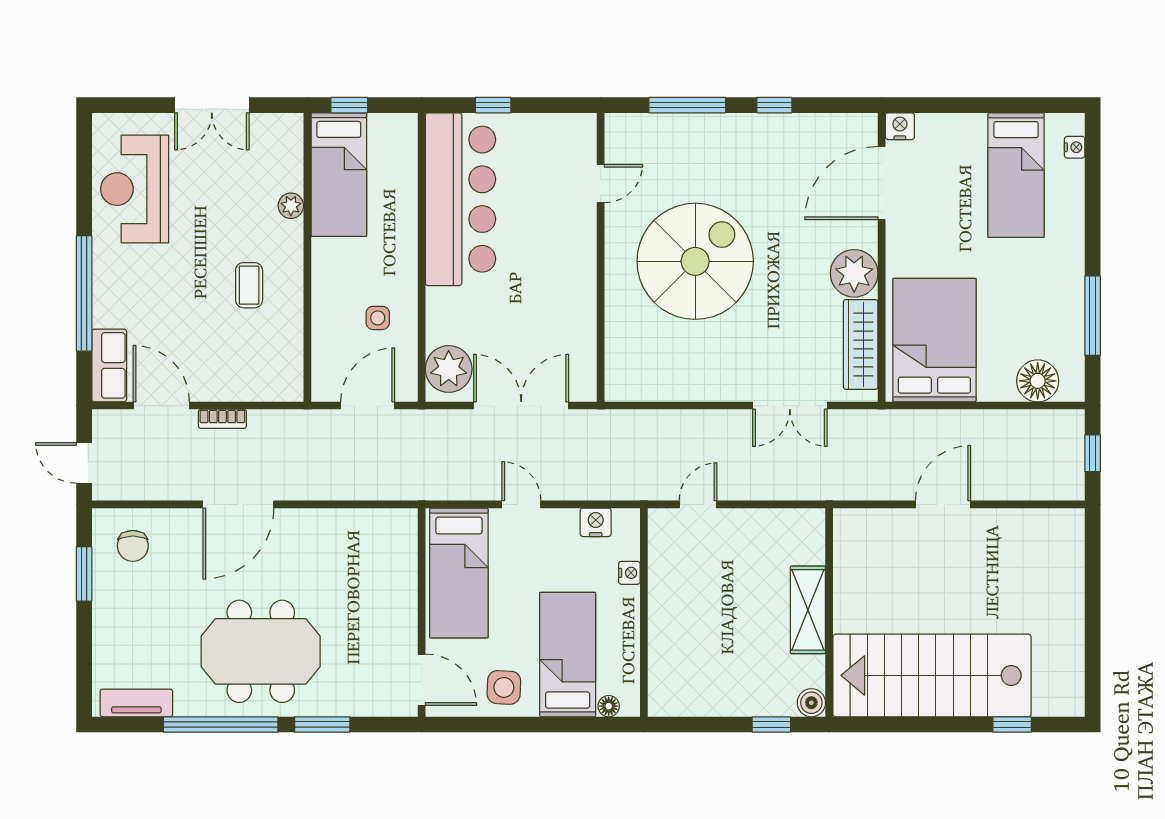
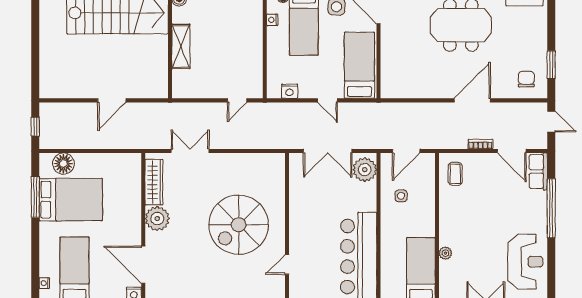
door: (882, 183) -> (143, 265), swing flipped
coffee table: (249, 285) -> (455, 174), moved
bed: (934, 340) -> (71, 200), moved, turned -90
nightstand: (629, 573) -> (272, 20), moved

